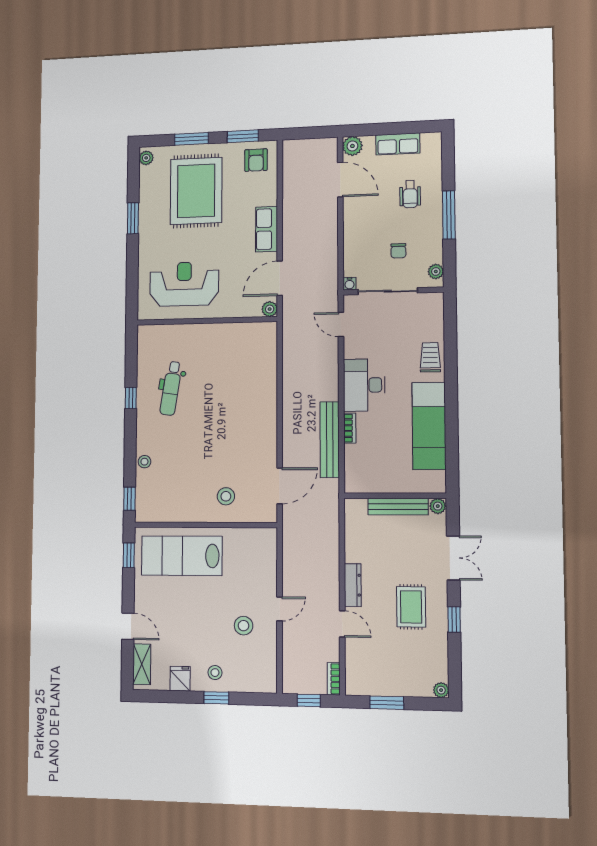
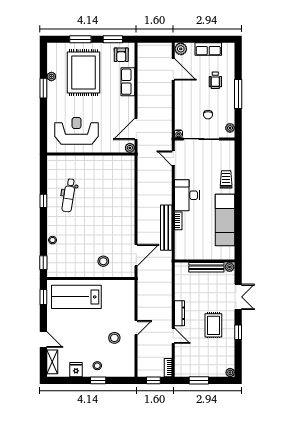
plant: (146, 158) -> (51, 76), moved
row of seats: (267, 229) -> (128, 82), moved

